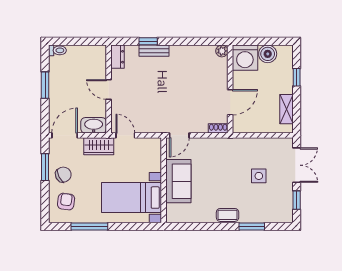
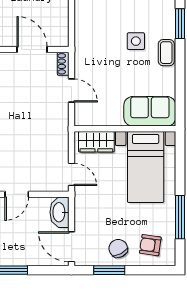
door: (125, 135) -> (71, 174), swing flipped
door: (179, 135) -> (71, 91), moved
wardrobe: (99, 146) -> (96, 142), moved, turned 90
side table: (259, 176) -> (136, 41), moved
sofa: (178, 181) -> (150, 111), moved

